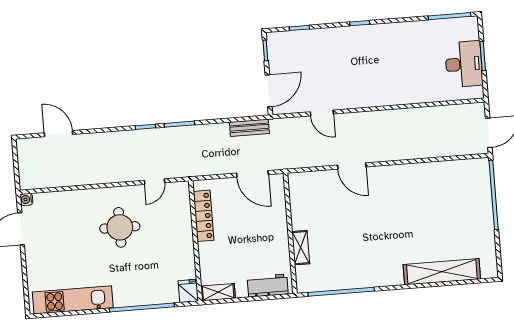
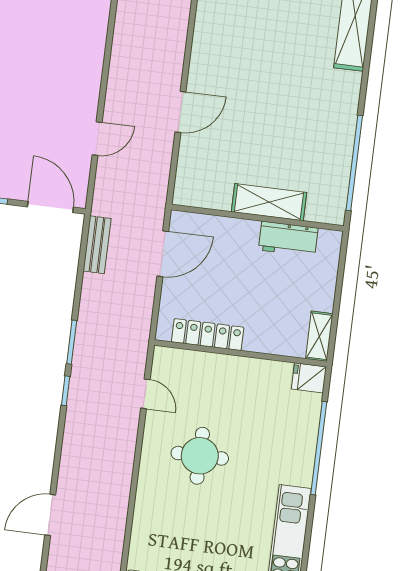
shelving: (301, 248) -> (269, 202), width x1.50, depth x1.33
workbench: (268, 286) -> (288, 239), moved, turned -90

